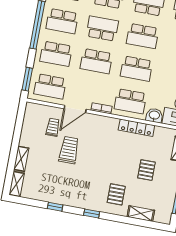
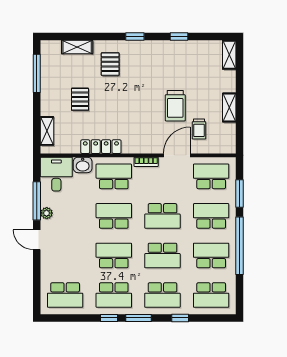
school desk: (96, 61) -> (162, 216), turned 180
window: (27, 79) -> (239, 194), moved
shelving: (21, 159) -> (229, 108), moved

